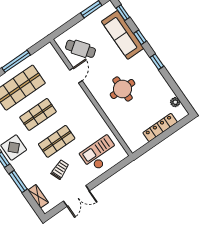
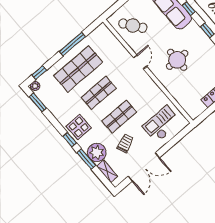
door: (76, 75) -> (140, 62), moved
plant: (29, 176) -> (97, 152), added
double door: (76, 196) -> (144, 167), width x1.37

